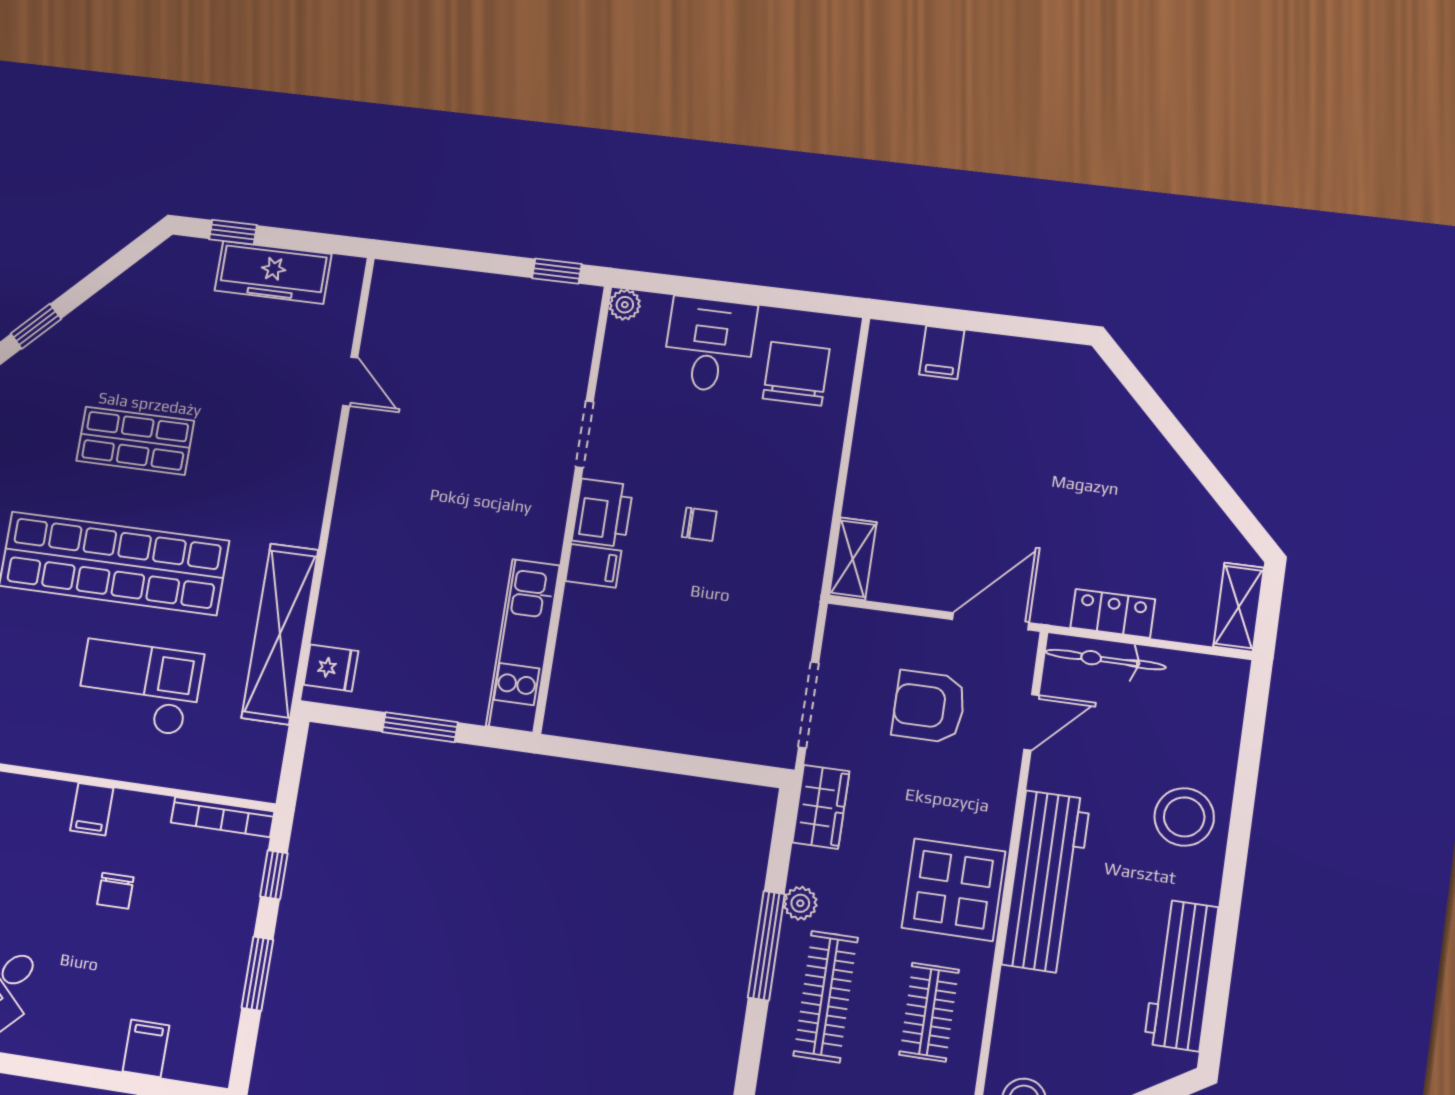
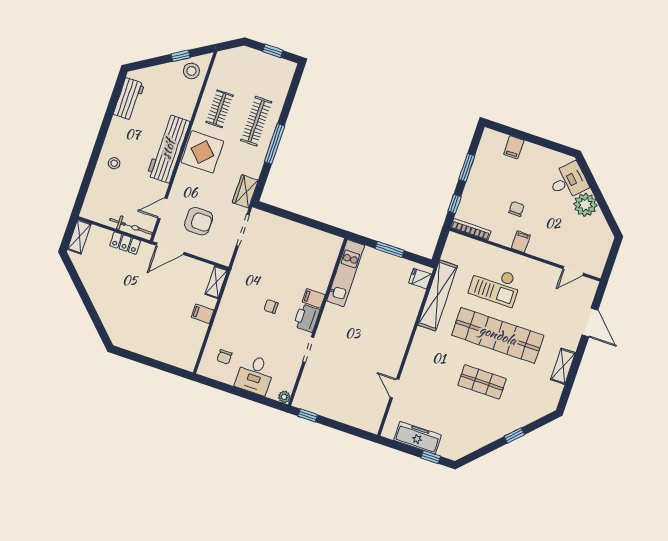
filing cabinet: (942, 352) -> (203, 314), moved, turned -90
chair: (796, 374) -> (224, 357), width x0.54, depth x0.54
stool: (1184, 817) -> (114, 163), width x0.53, depth x0.53
plant: (800, 903) -> (259, 157), removed
workbench: (1181, 975) -> (129, 99), width x0.73

